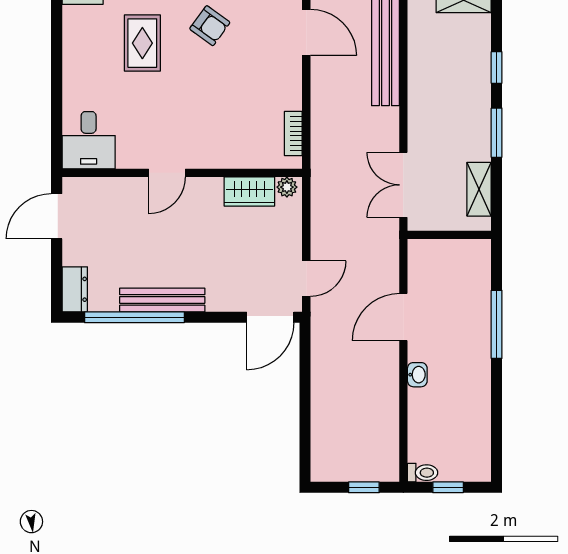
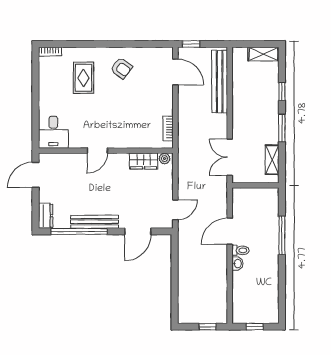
door: (270, 317) -> (138, 231), moved
toilet: (423, 473) -> (240, 250), moved

